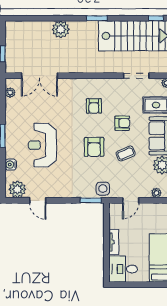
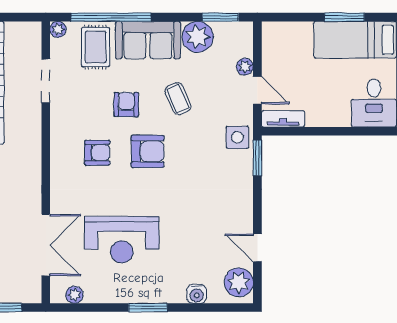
reception desk: (42, 145) -> (122, 240), moved
armchair: (94, 147) -> (148, 151), moved
plant: (156, 193) -> (245, 67), moved
door: (38, 200) -> (257, 248), swing flipped
tv unit: (114, 242) -> (283, 119), moved

